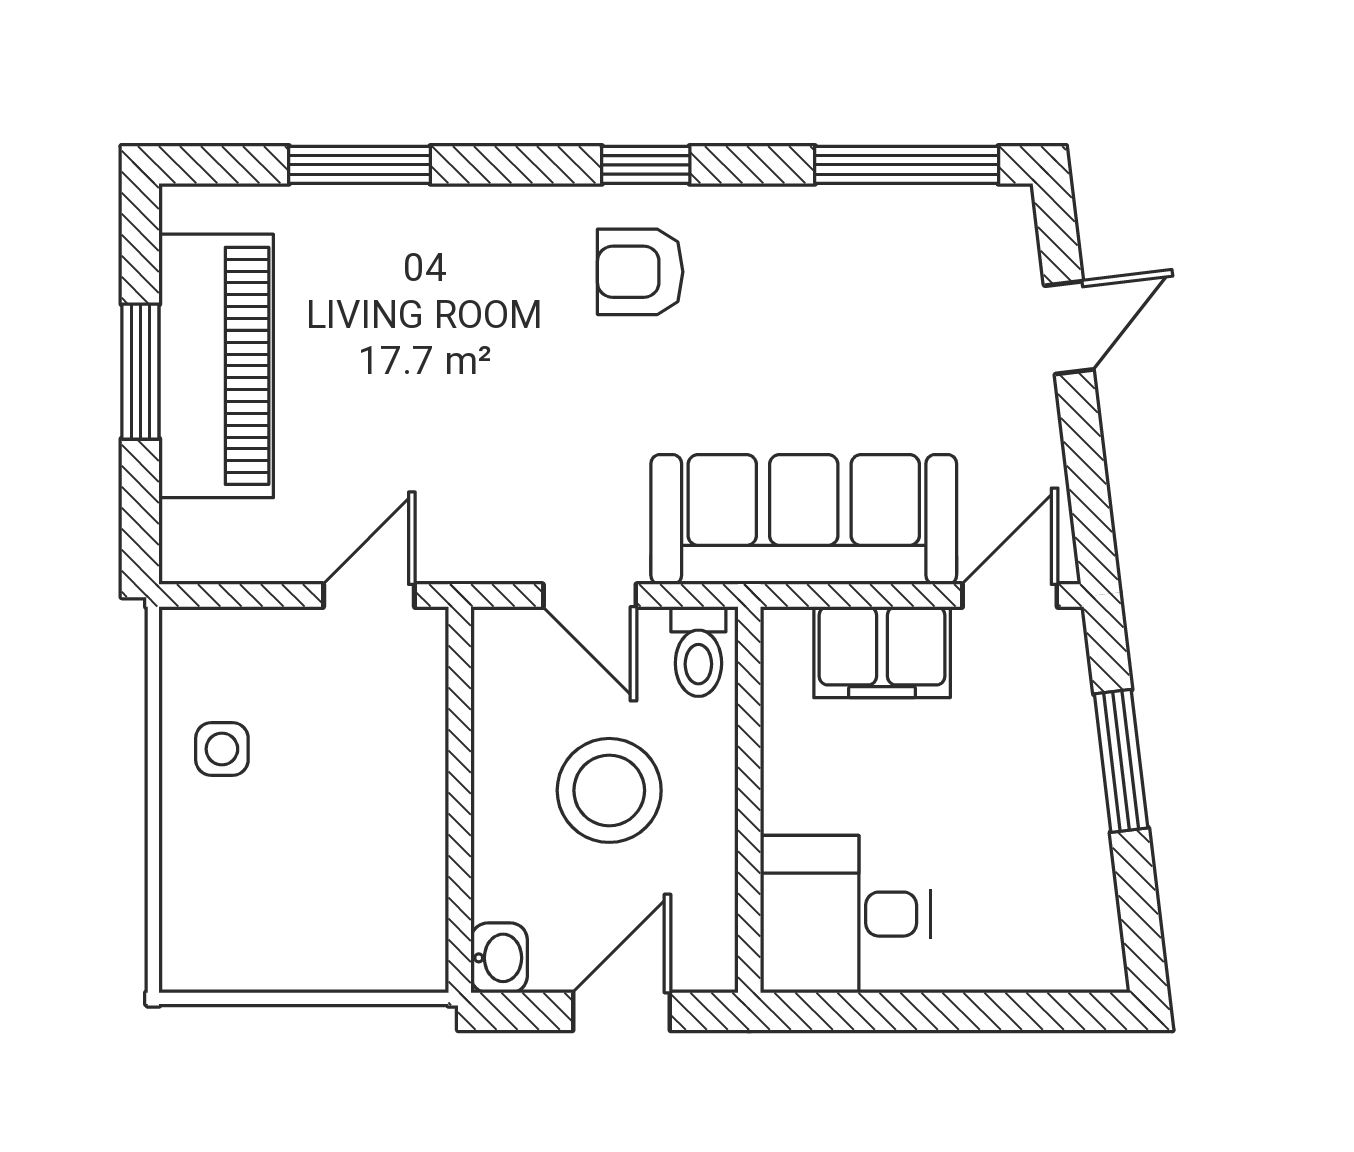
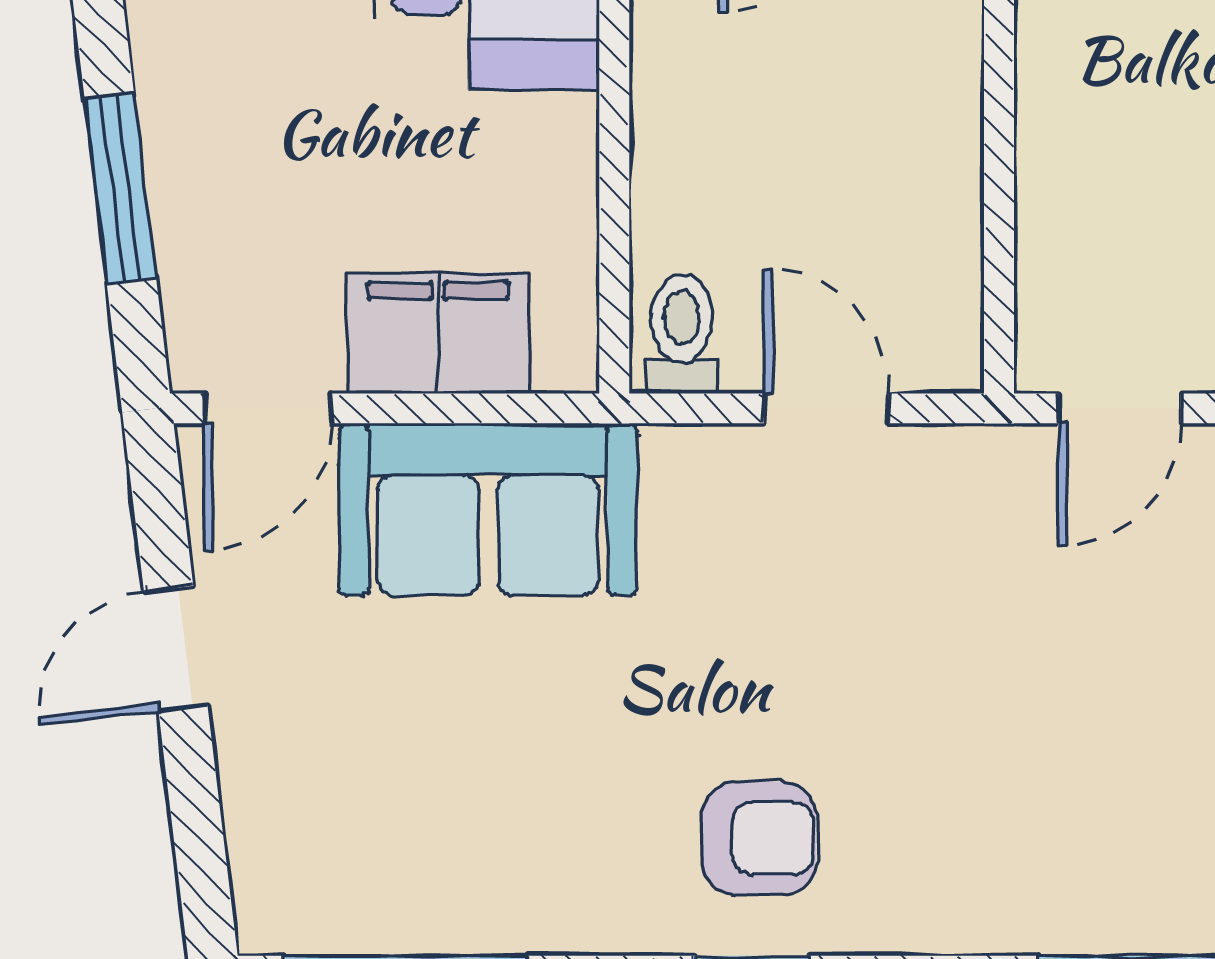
door: (1069, 328) -> (176, 649), moved
sofa: (804, 519) -> (488, 509), width x0.73
stool: (609, 790) -> (800, 149), removed

